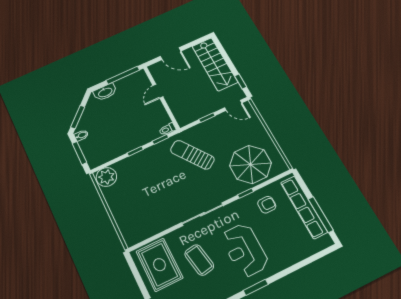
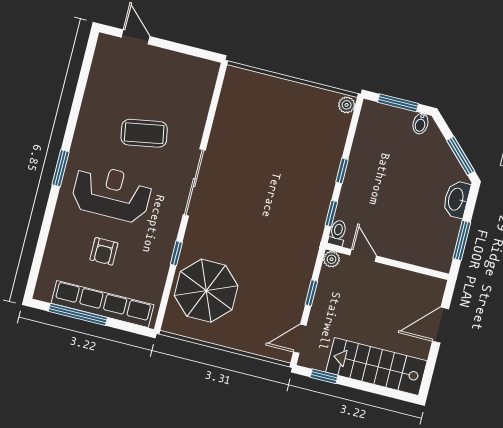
window: (123, 75) -> (462, 240), width x0.69
door: (158, 91) -> (363, 255), moved
window: (78, 117) -> (461, 156), moved
plant: (183, 122) -> (331, 259), added
sun lounger: (192, 155) -> (278, 234), removed
plant: (106, 177) -> (347, 105), width x0.53, depth x0.53
armchair: (267, 205) -> (104, 251), moved
rug: (159, 265) -> (177, 85), removed

